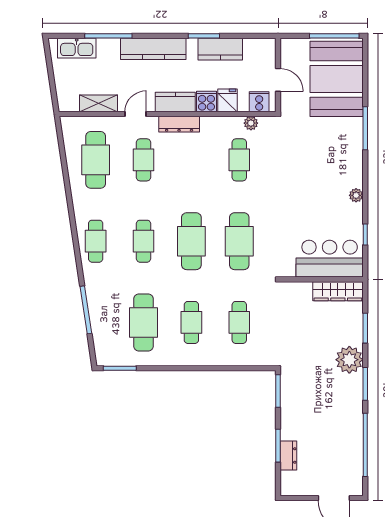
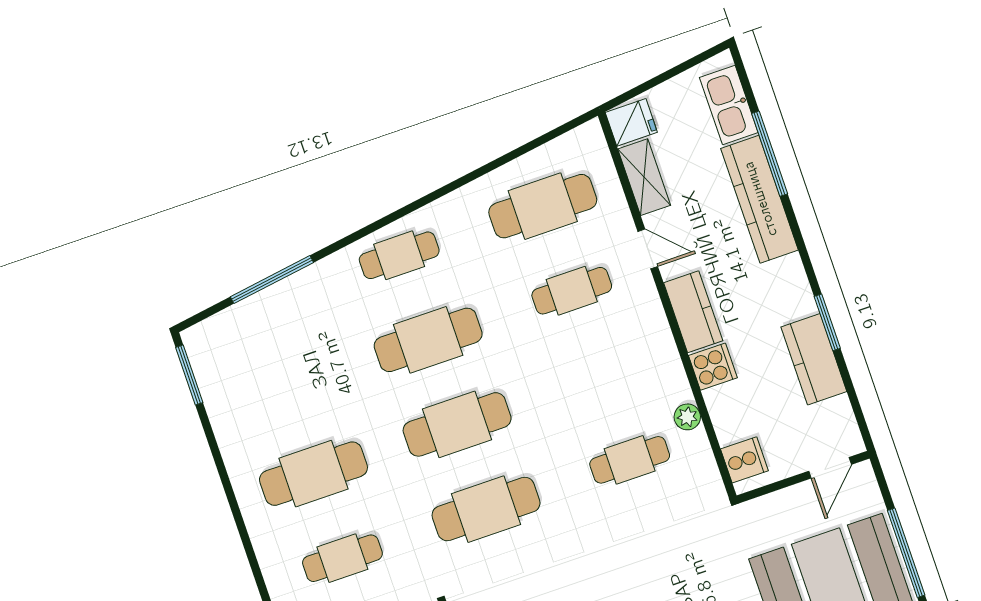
kitchen counter: (153, 49) -> (760, 199), moved
door: (278, 80) -> (830, 468), moved
fridge: (227, 100) -> (631, 122), moved
plant: (251, 123) -> (687, 417), moved
dresser: (179, 124) -> (656, 332), removed
cafe table: (143, 241) -> (428, 340), width x1.37, depth x1.35
cafe table: (143, 322) -> (285, 389), removed
cafe table: (191, 322) -> (313, 474), width x1.37, depth x1.35

